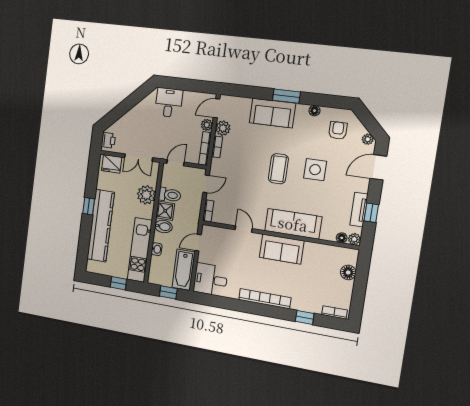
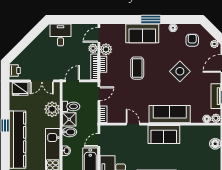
coffee table: (278, 169) -> (137, 68), moved
side table: (315, 170) -> (180, 71), turned 45

